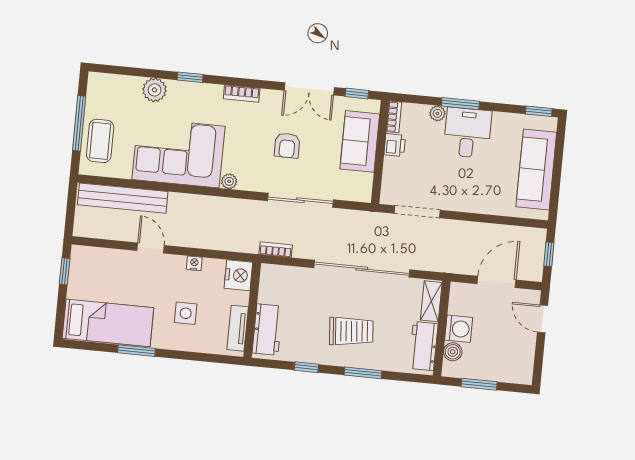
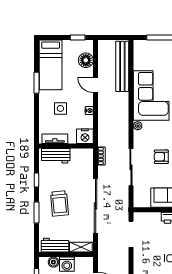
coffee table: (100, 141) -> (153, 50), removed
door: (151, 248) -> (96, 85), swing flipped
floor lamp: (106, 261) -> (86, 60), added

